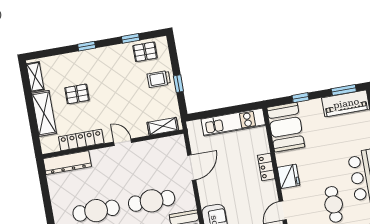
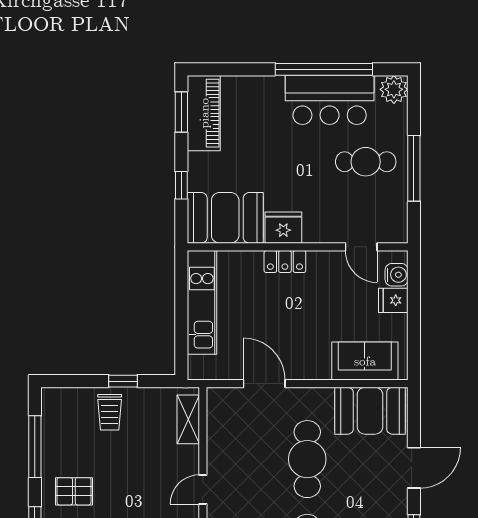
window: (131, 38) -> (35, 447), width x2.17
pallet: (145, 52) -> (74, 491), moved, turned 90
fridge: (289, 176) -> (283, 228), moved

